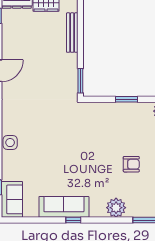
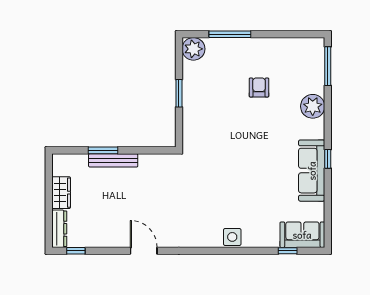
bench: (72, 33) -> (113, 160), moved
window: (80, 81) -> (103, 150), moved

